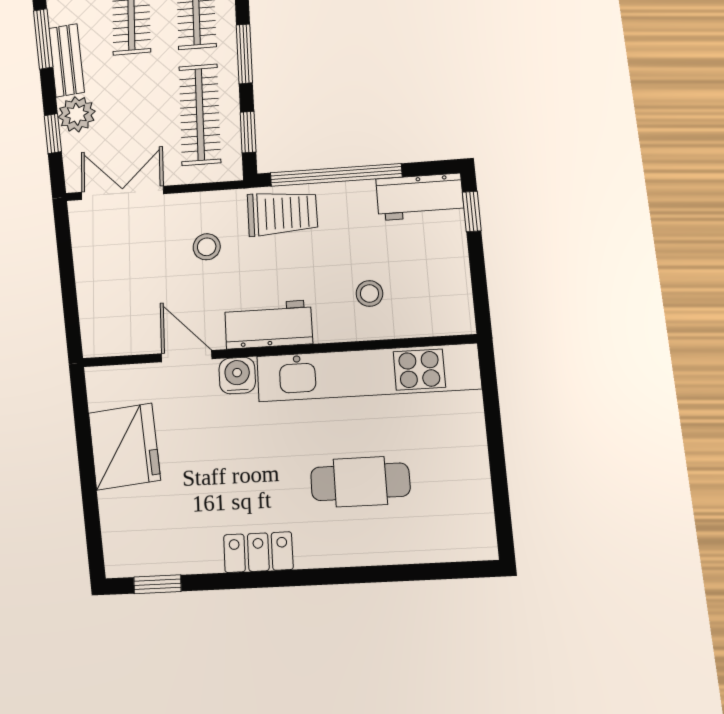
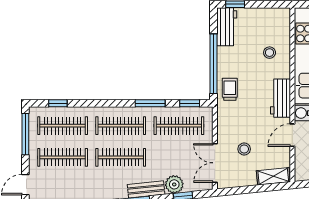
trolley: (282, 213) -> (230, 89), width x0.73, depth x0.72
stool: (207, 247) -> (244, 149), moved
shelving: (95, 319) -> (273, 176), added

